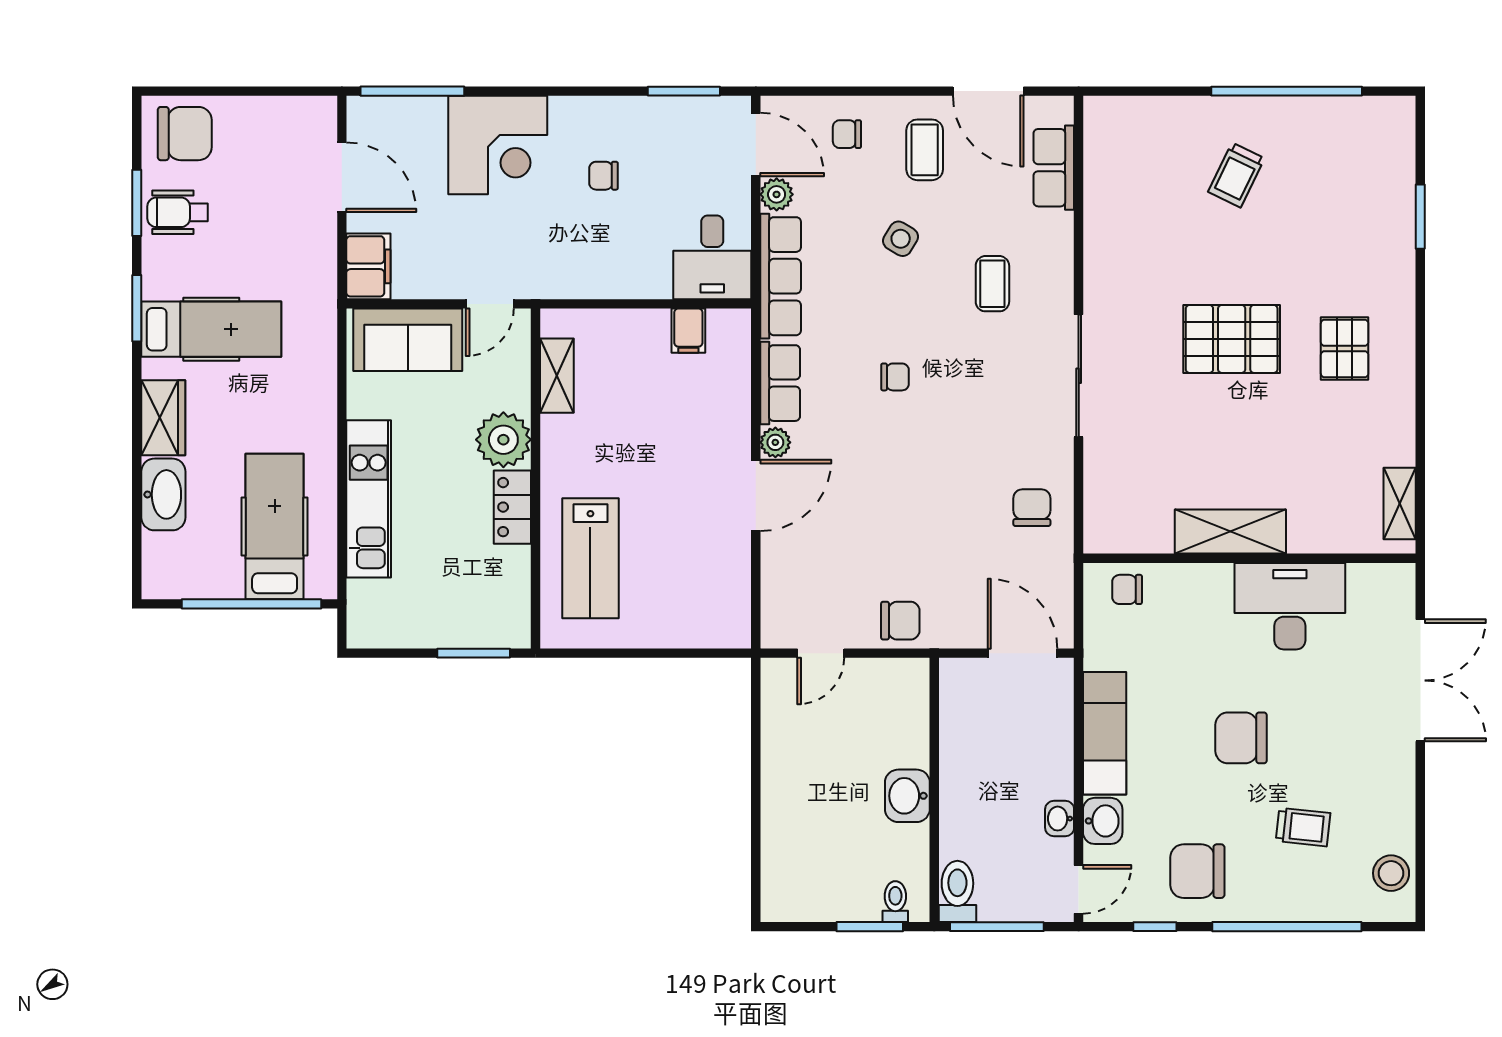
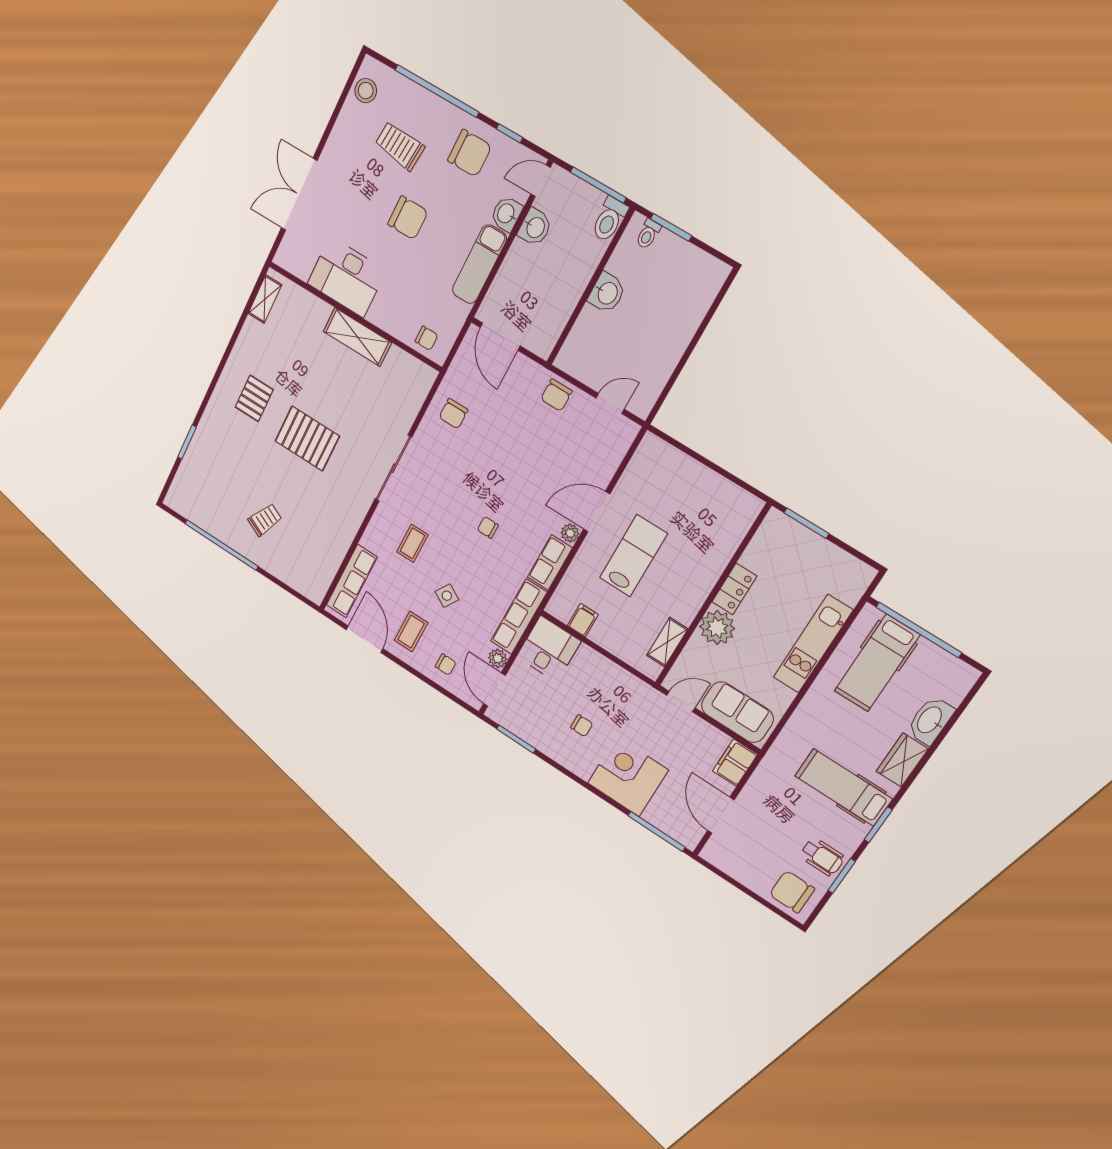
row of seats: (1054, 168) -> (352, 581), width x1.48
lab bench: (590, 558) -> (633, 556), moved
chair: (900, 621) -> (556, 395), turned -90
washbasin: (1060, 819) -> (535, 227), width x1.38, depth x1.45
trolley: (1303, 827) -> (400, 146), width x1.36, depth x1.39

